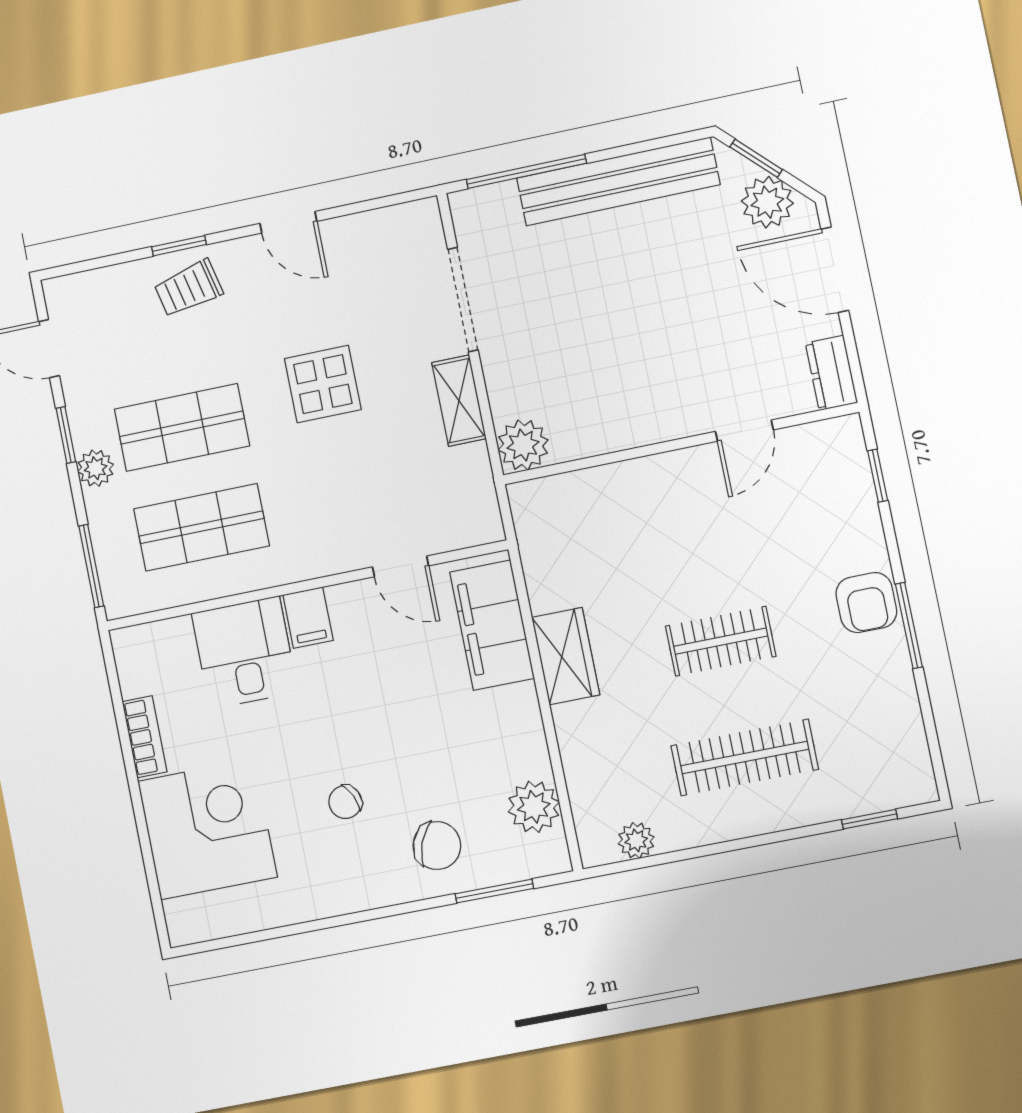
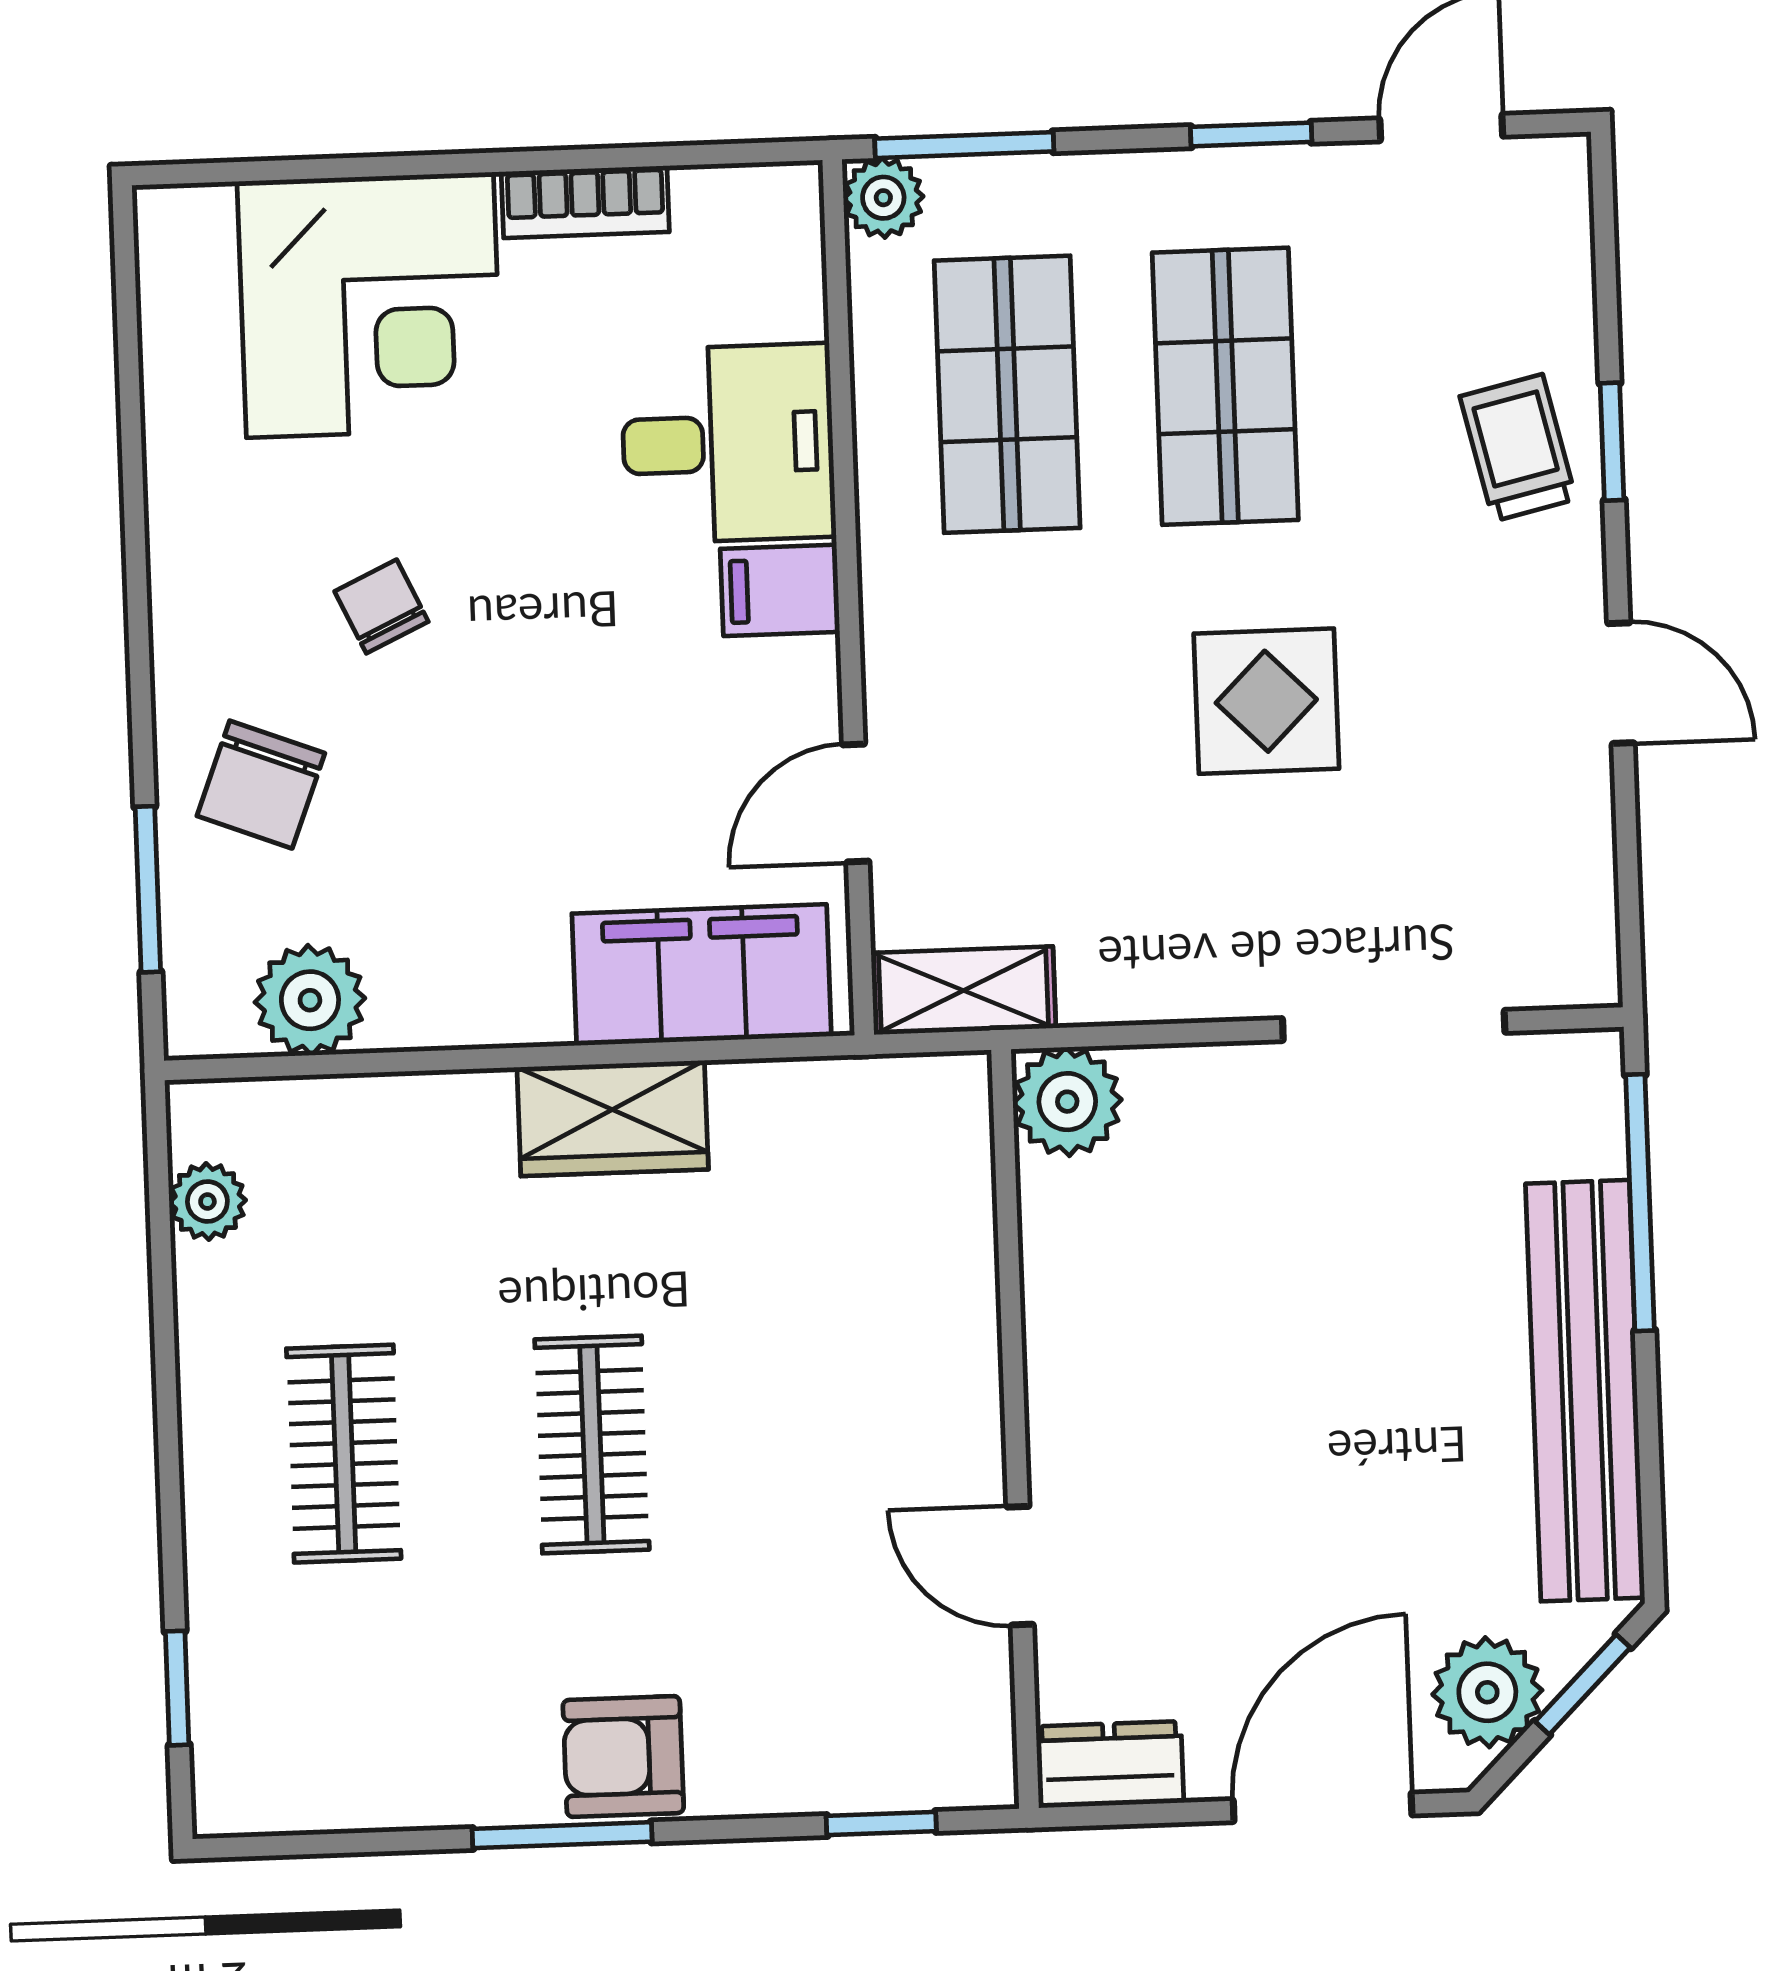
door: (288, 222) -> (1621, 683), swing flipped
shelving: (459, 401) -> (963, 991), moved
plant: (96, 468) -> (883, 198), moved
clothes rail: (745, 758) -> (344, 1454), width x0.73

